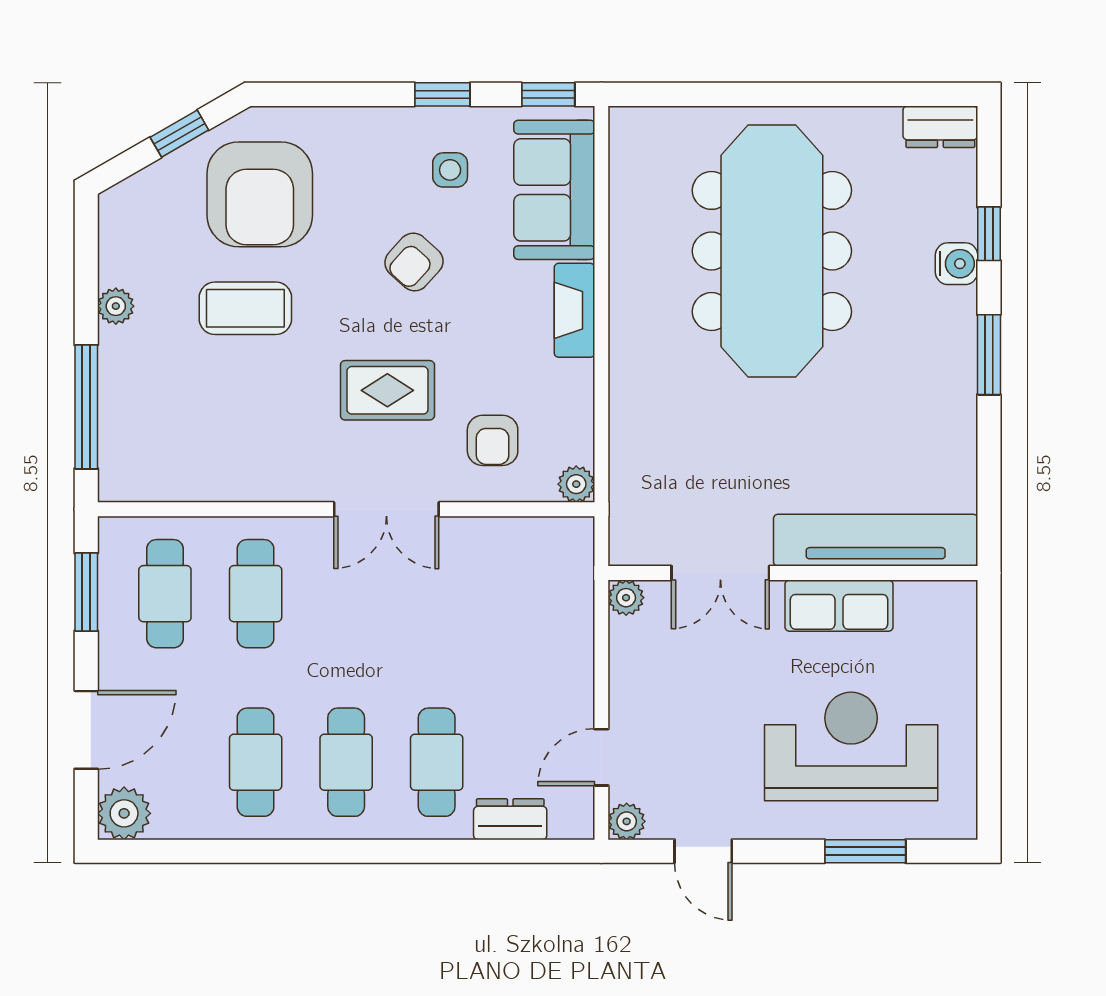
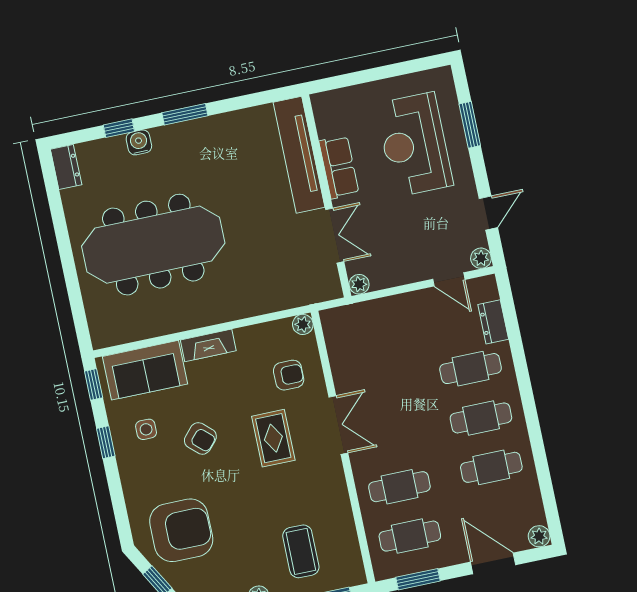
coffee table: (245, 308) -> (301, 551), moved
plant: (124, 813) -> (539, 536), width x0.73, depth x0.73

